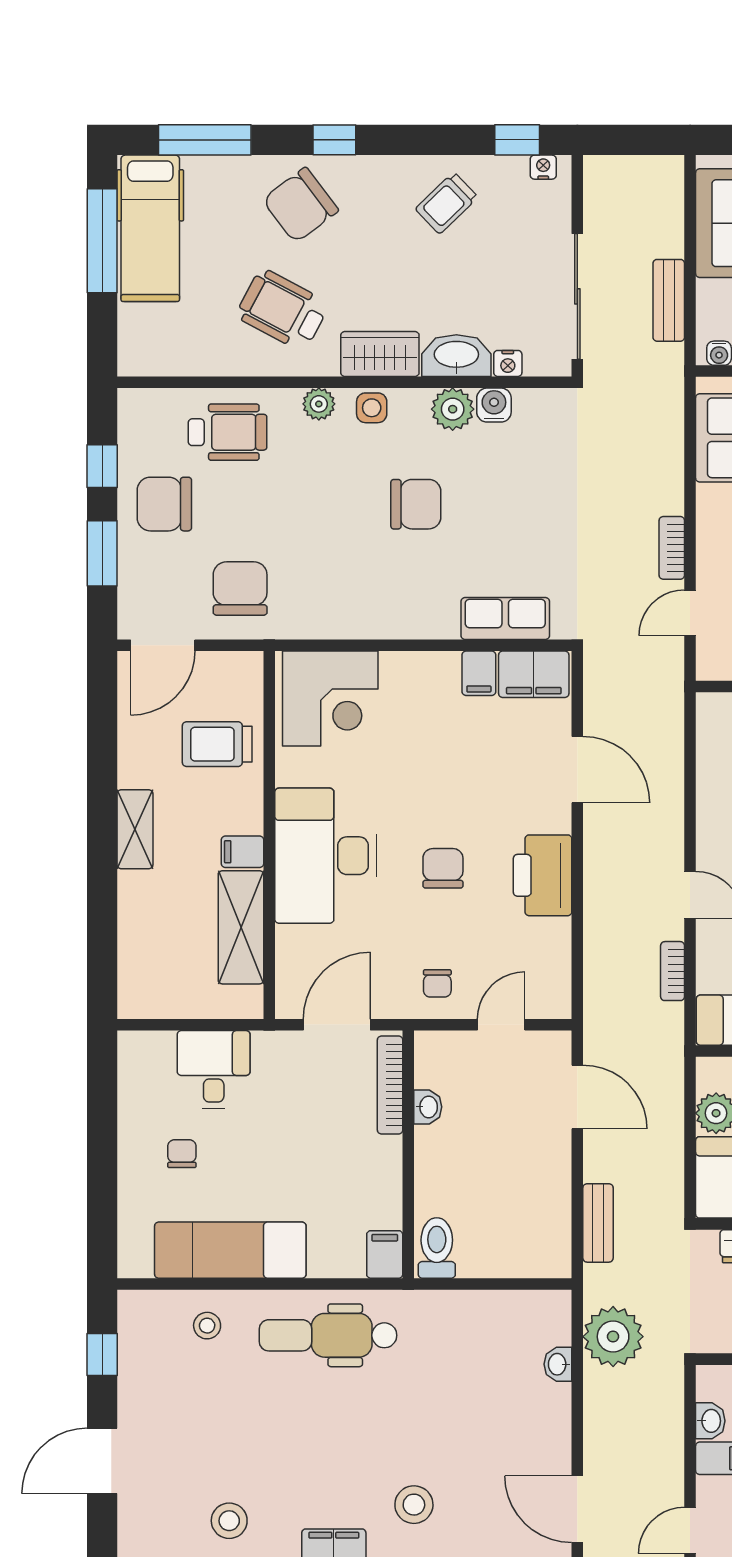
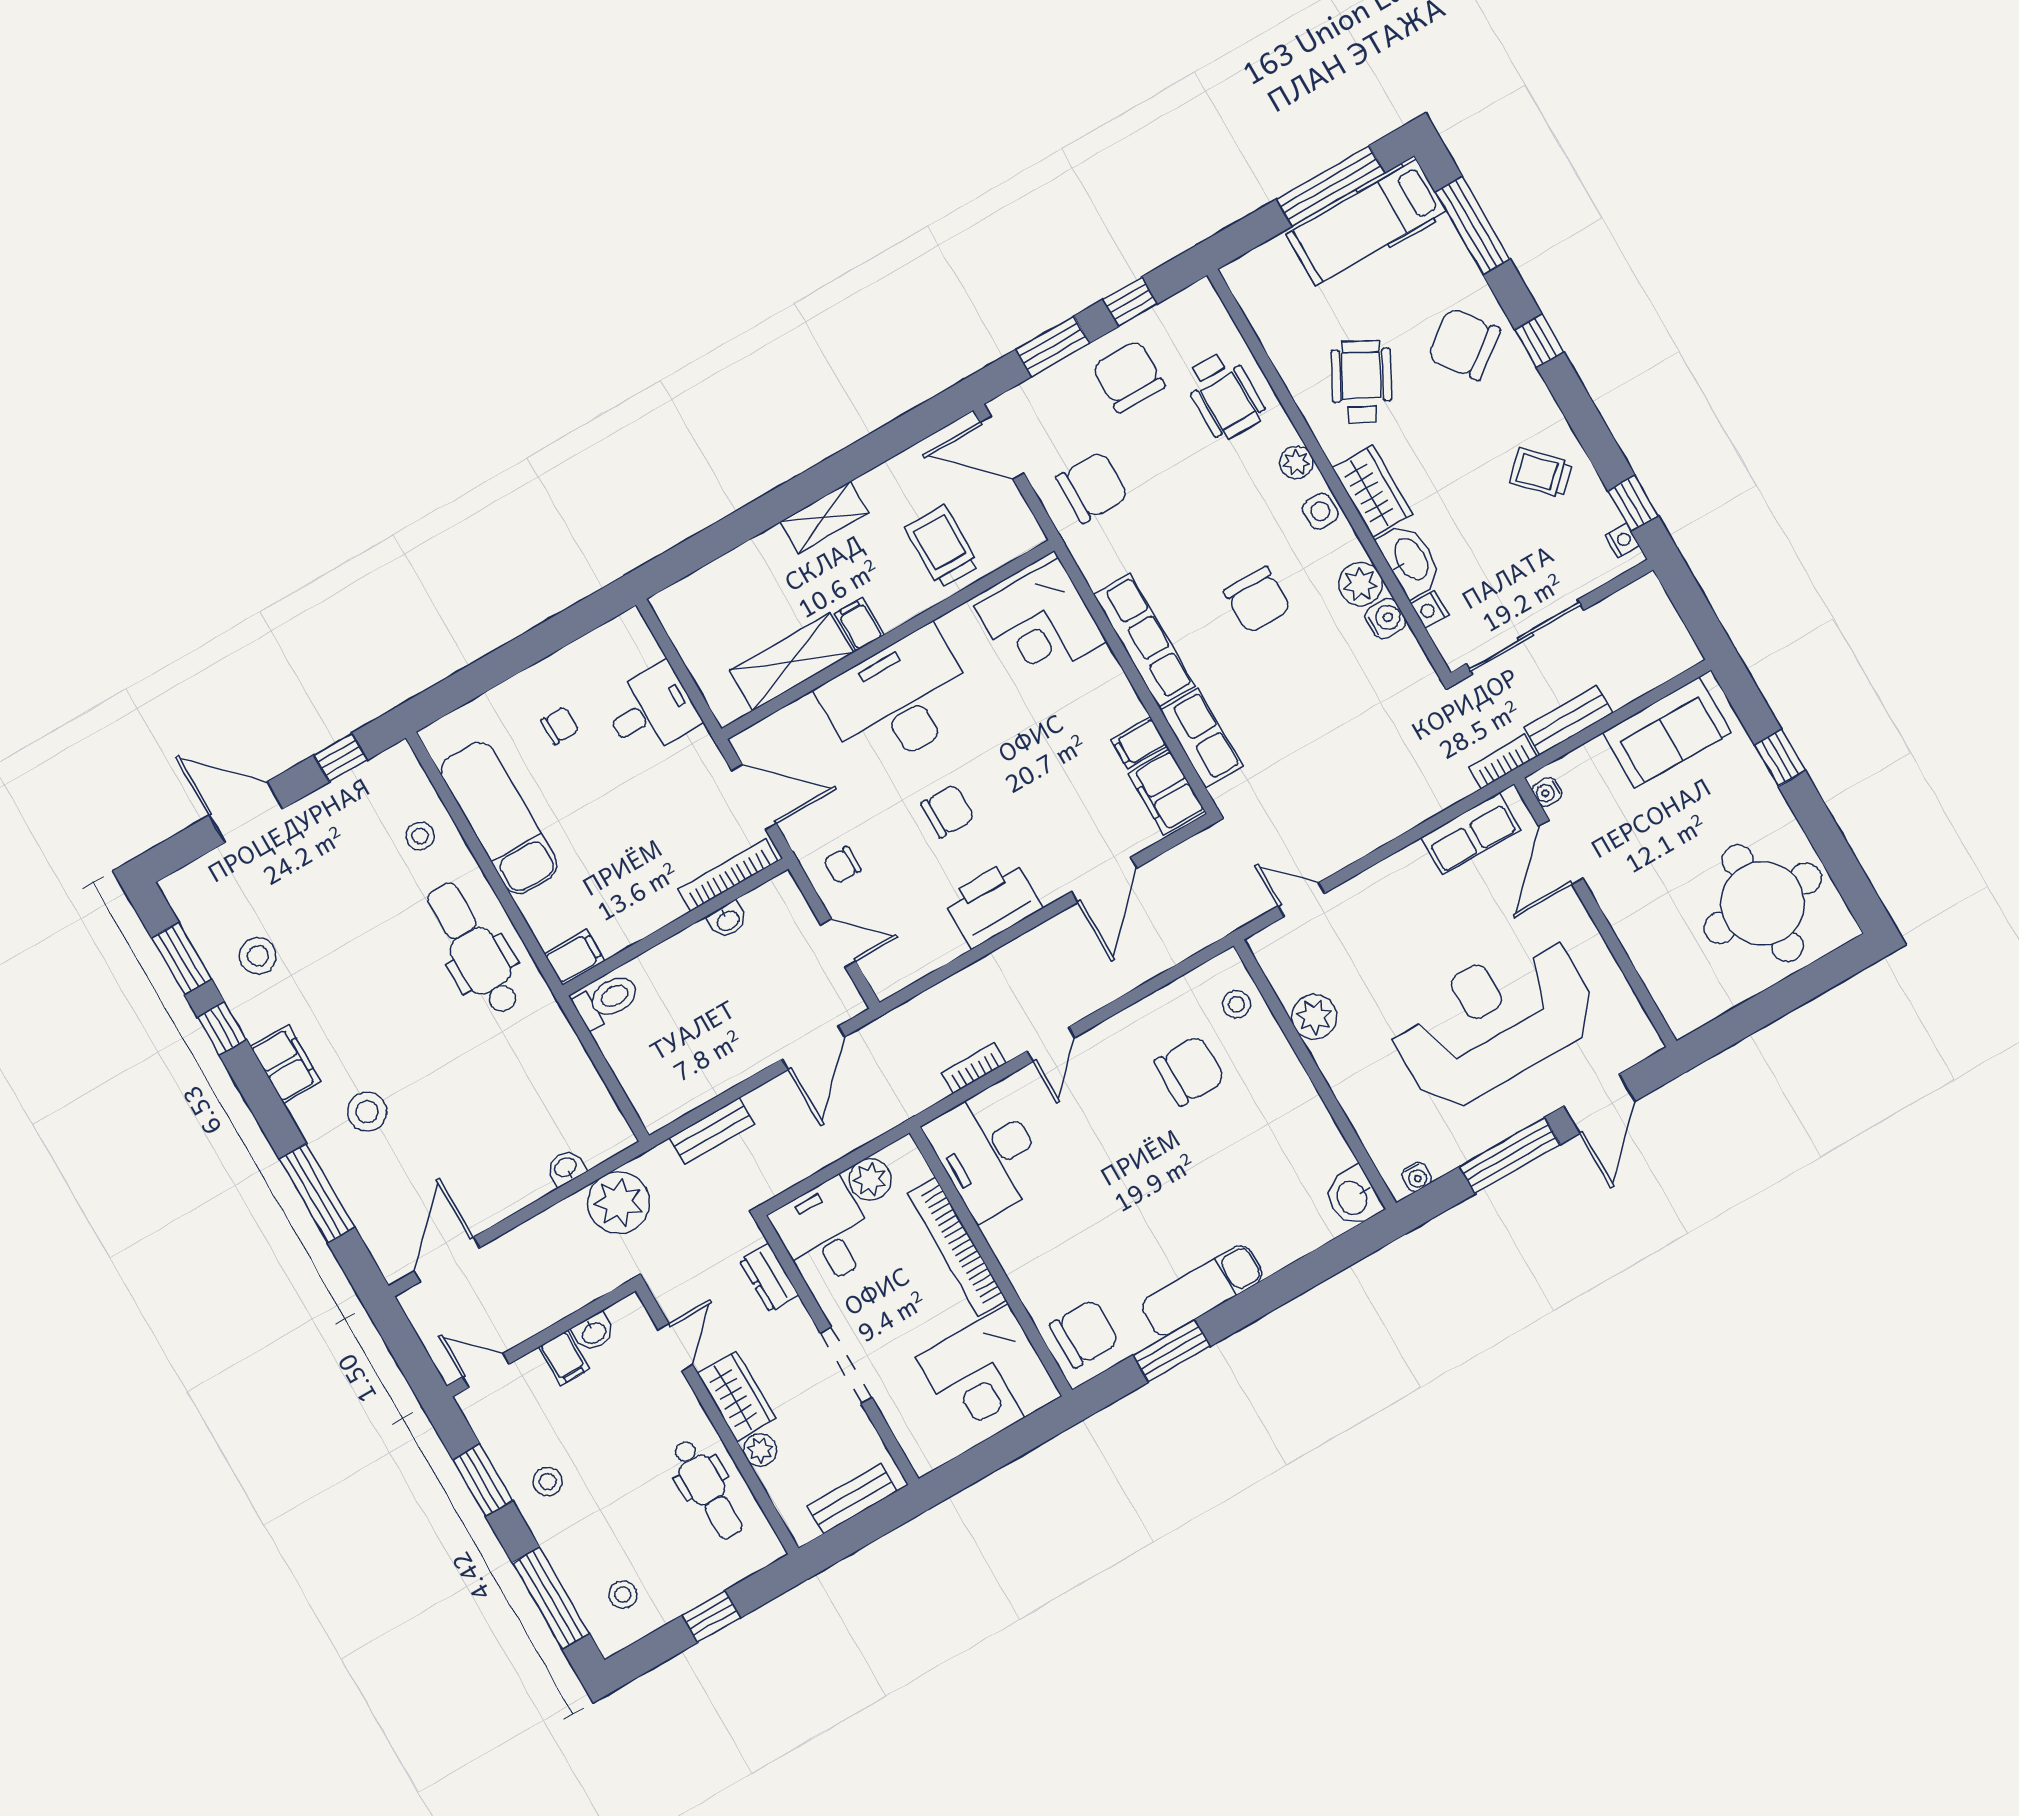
bookcase: (672, 548) -> (1503, 762), moved
row of seats: (395, 619) -> (1144, 640), added

